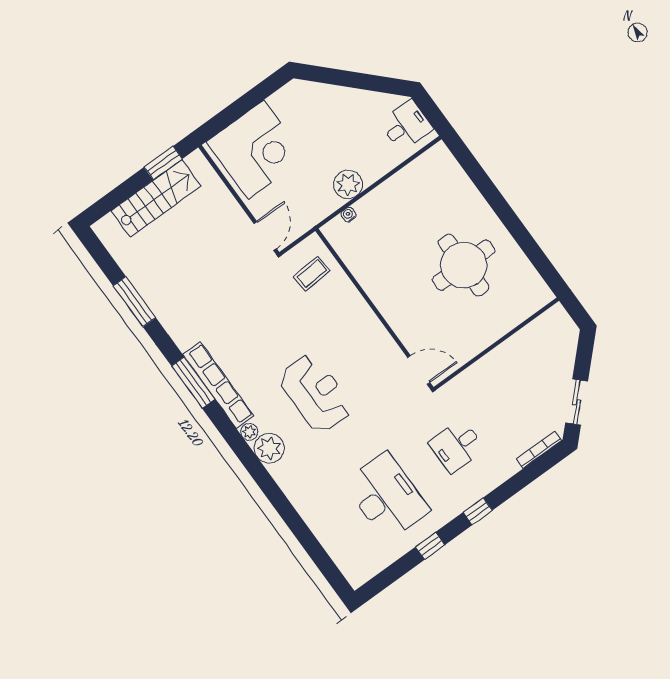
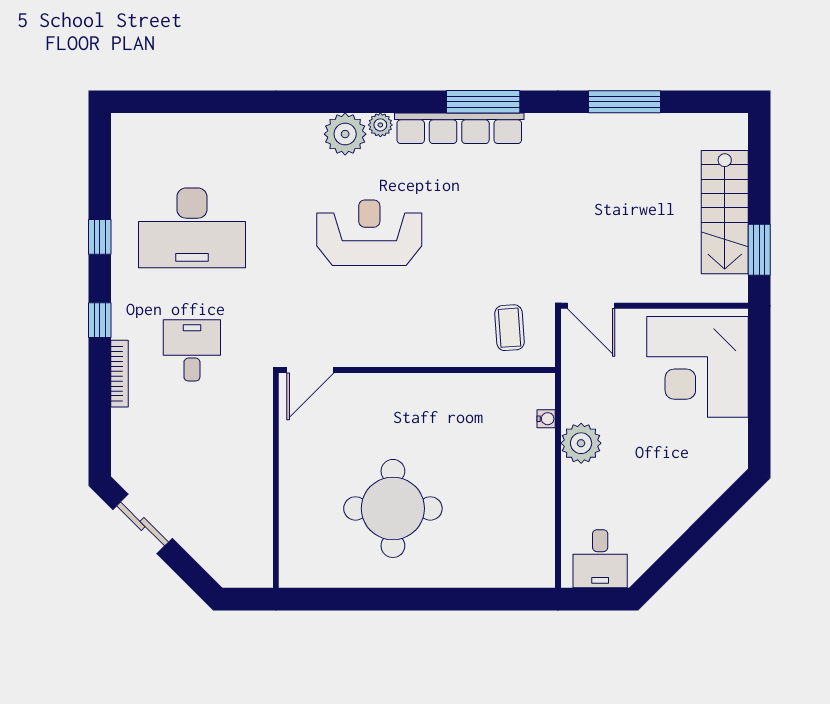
reception desk: (316, 393) -> (369, 233), turned 180
bookcase: (539, 450) -> (120, 374), moved

